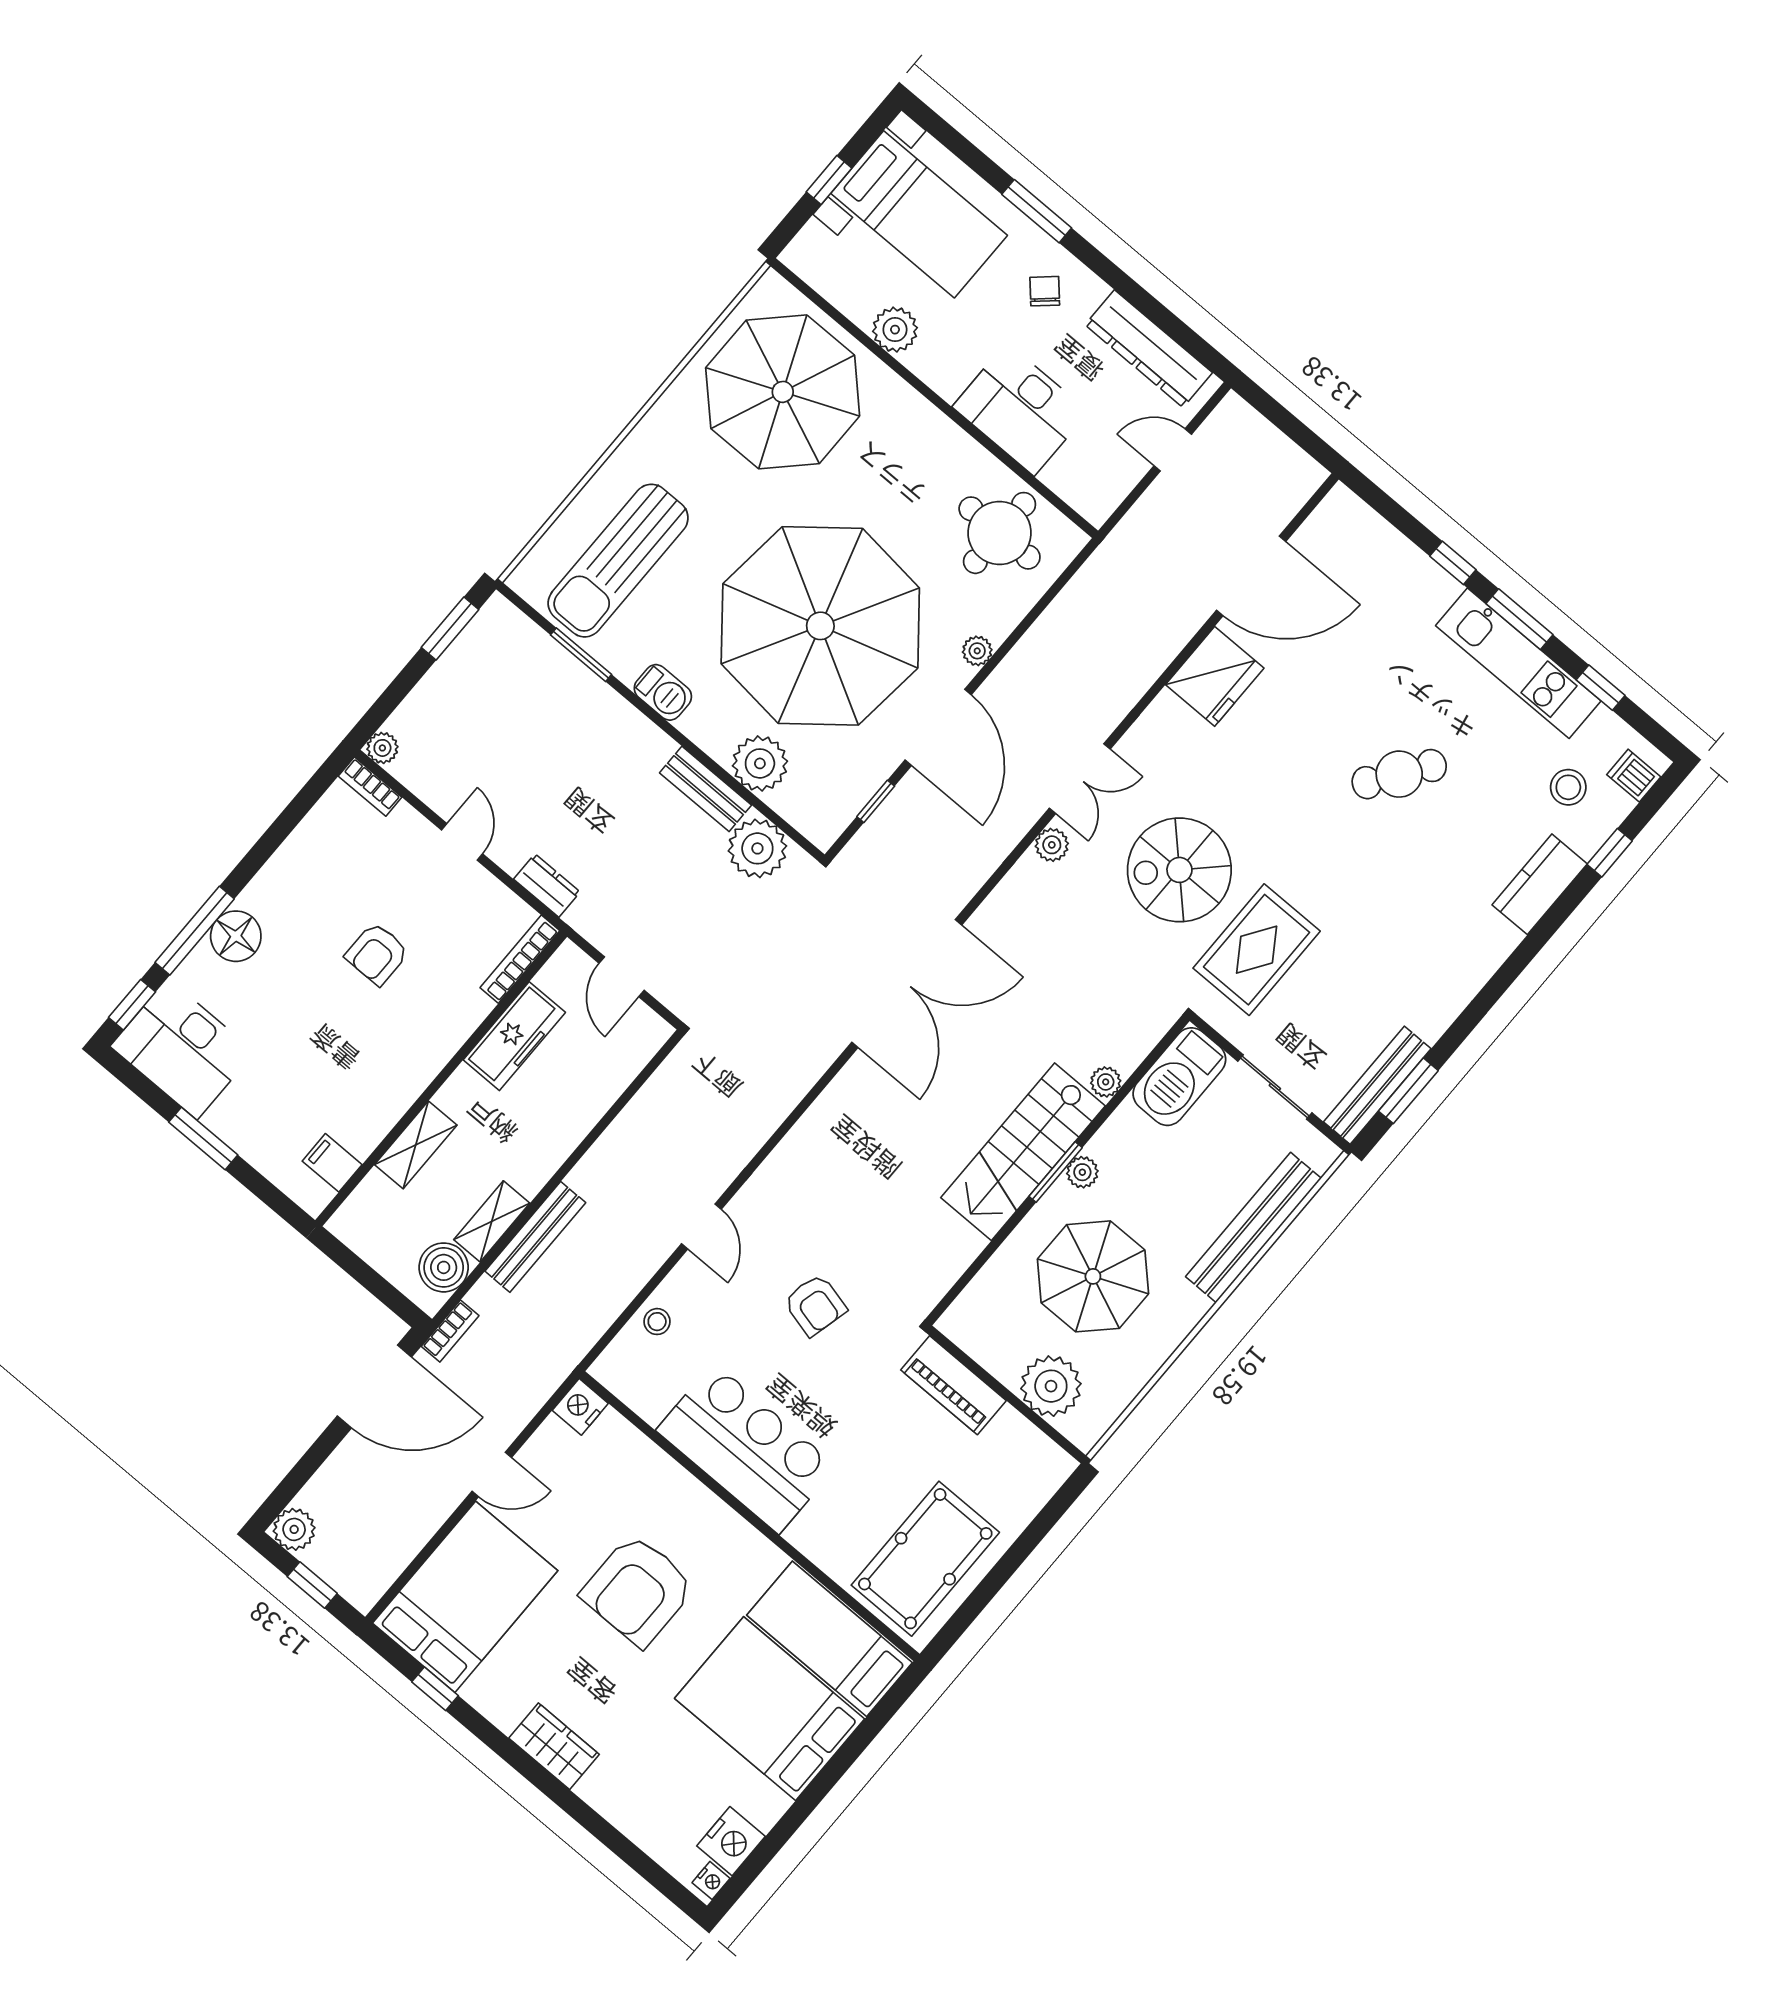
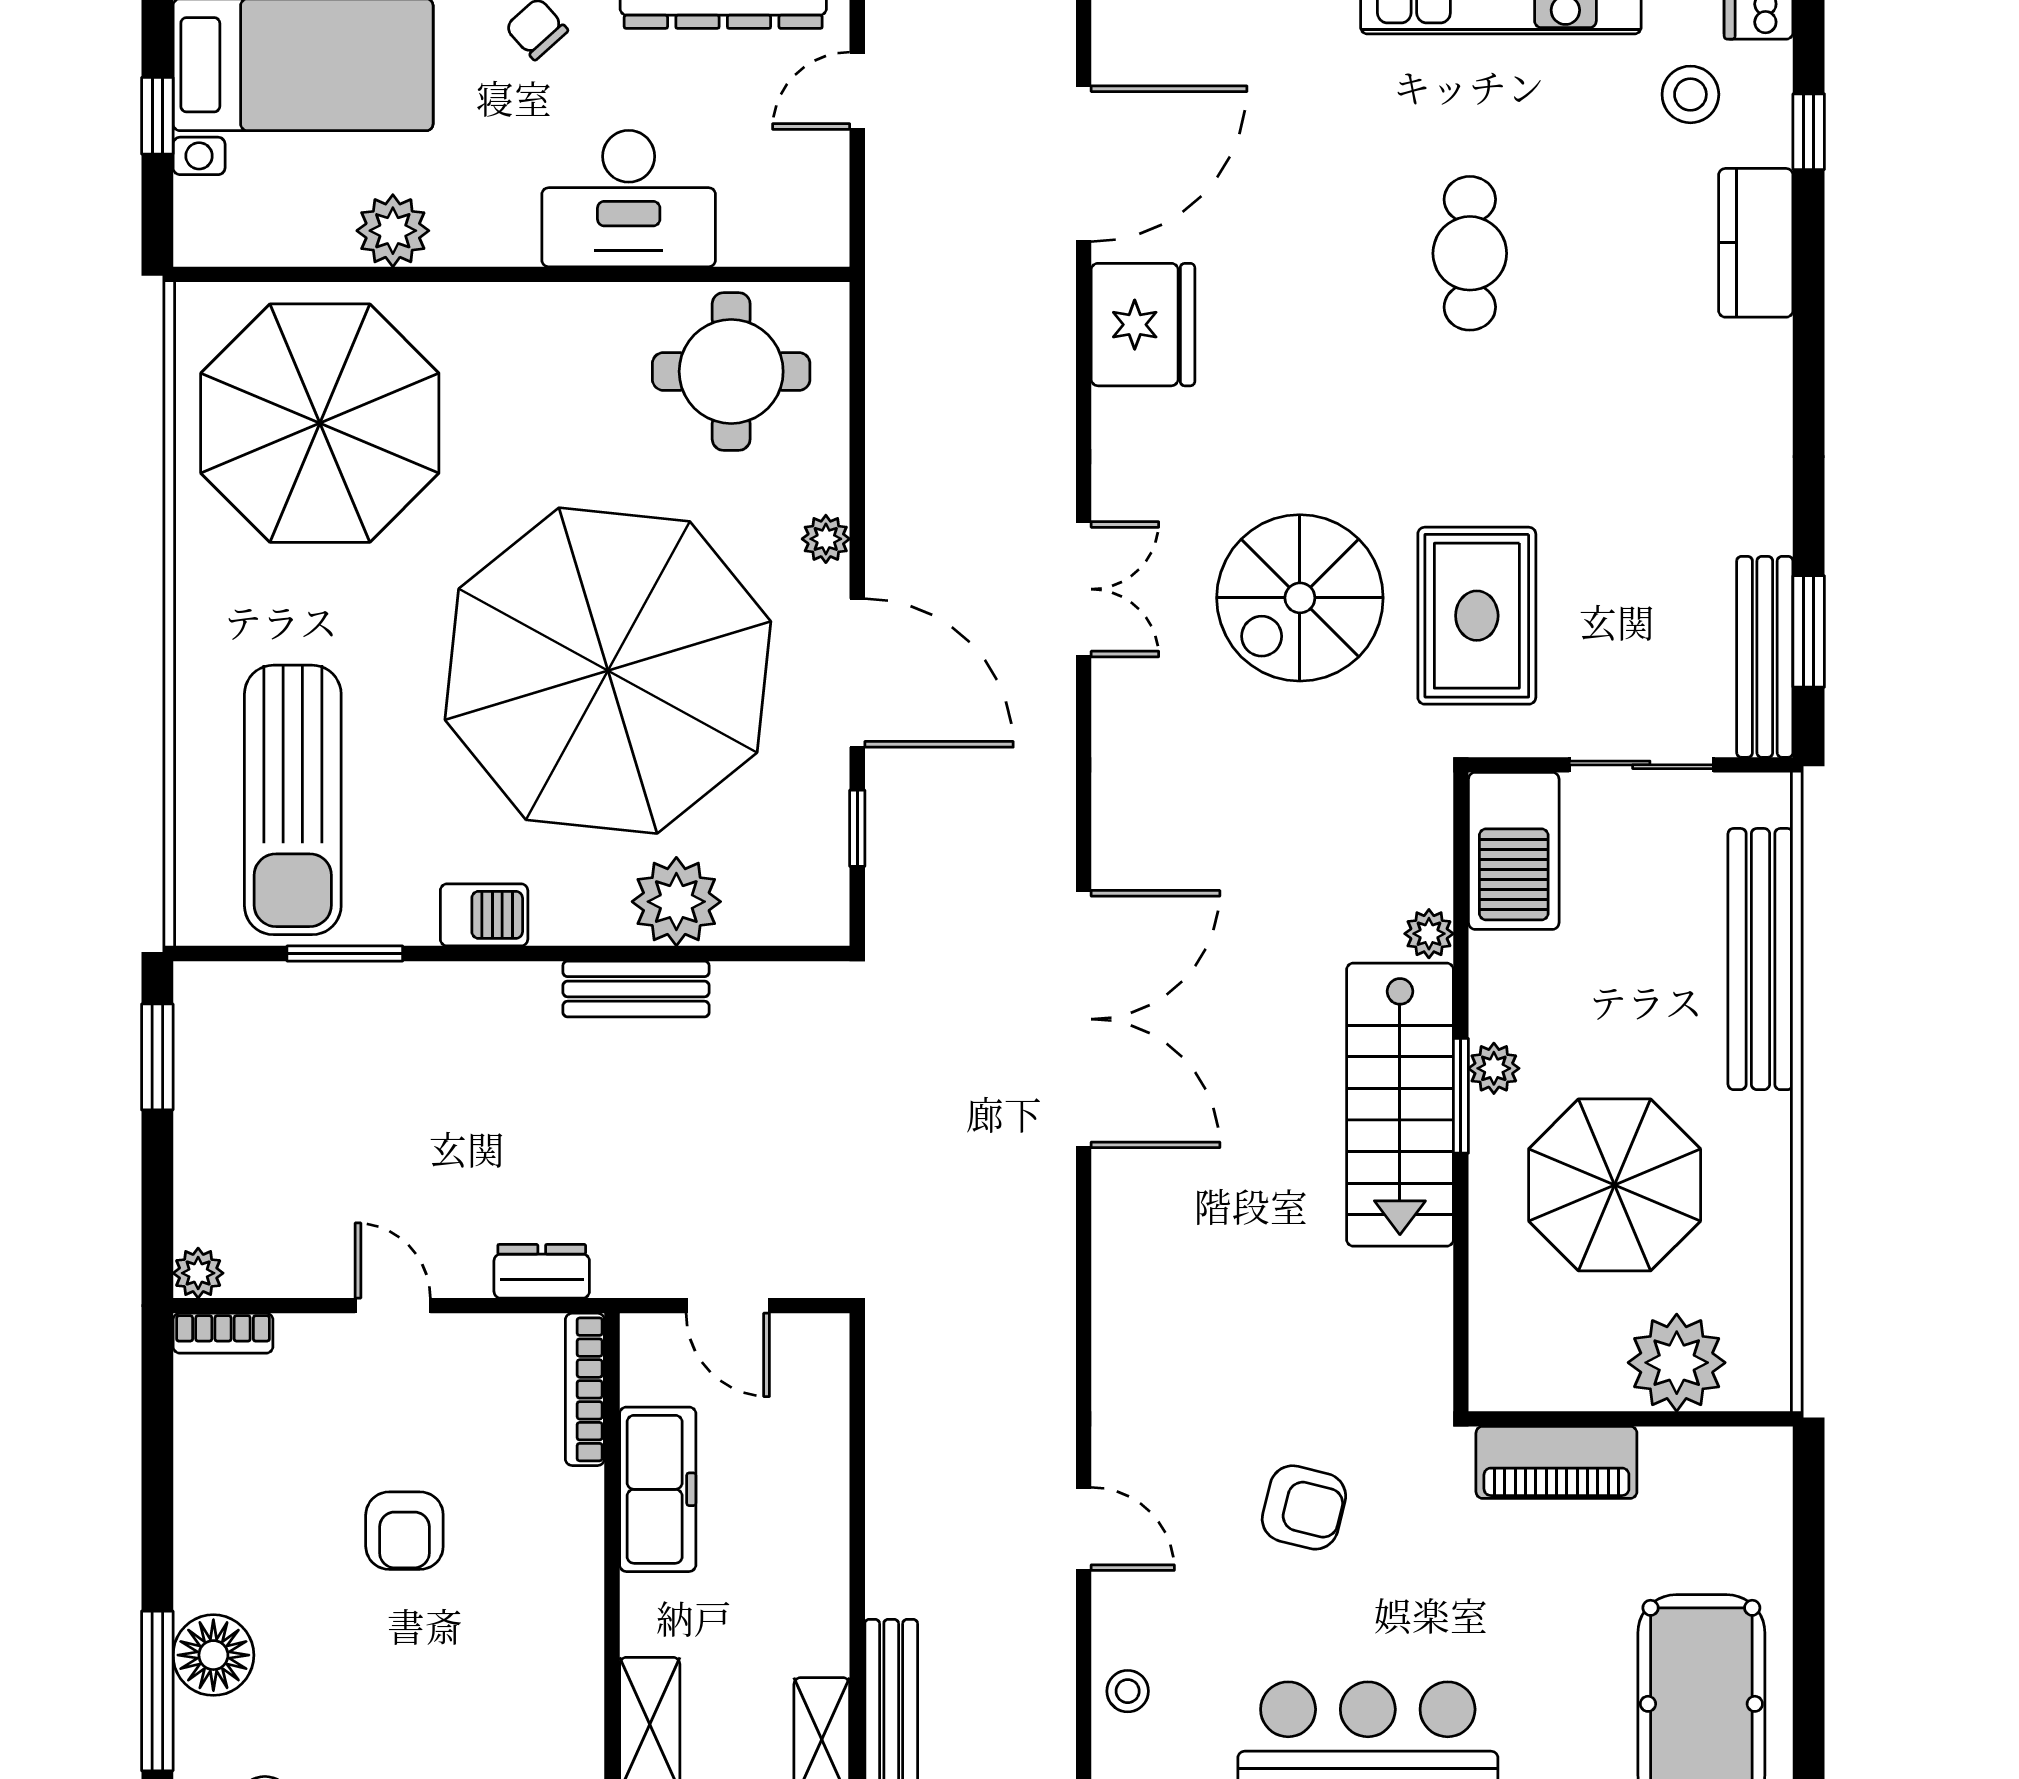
cafe table: (1399, 774) -> (1470, 253), turned -35
plant: (1052, 845) -> (1118, 699), removed
plant: (757, 848) -> (761, 1008), removed

